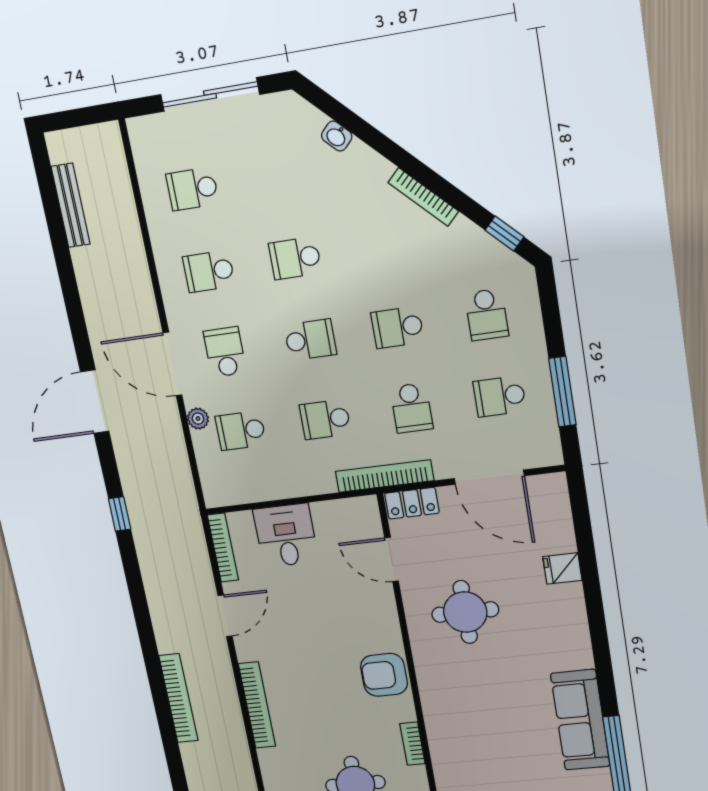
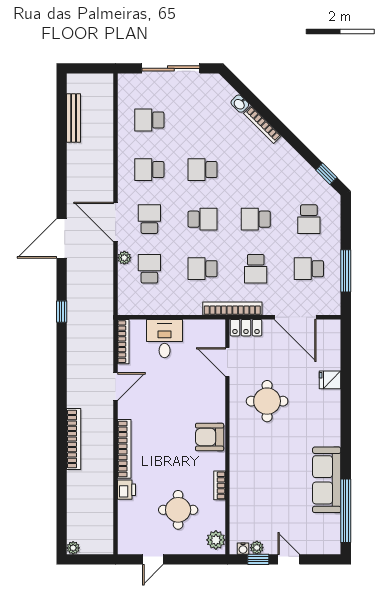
bookcase: (423, 197) -> (262, 125), moved
school desk: (241, 431) -> (149, 269), turned 90
printer: (272, 762) -> (126, 490), added

